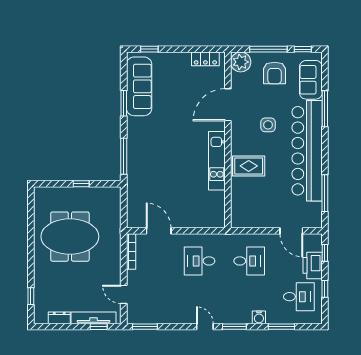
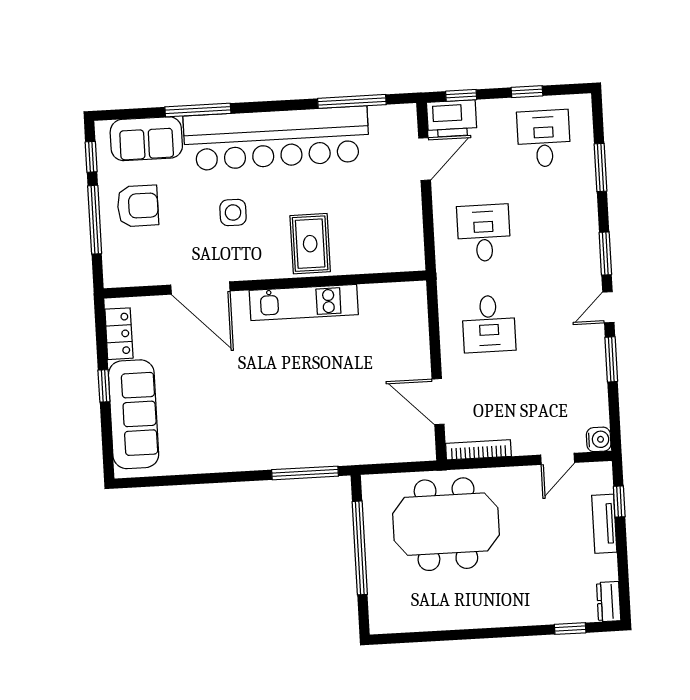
window: (149, 49) -> (104, 386), moved
plant: (241, 62) -> (121, 269), removed
sofa: (139, 86) -> (134, 414), moved, turned 90
window: (124, 103) -> (208, 478), removed
window: (81, 184) -> (360, 548), width x3.17
door: (159, 231) -> (438, 402), hinge flipped
meeting table: (70, 237) -> (446, 524), moved, turned 90
printer: (313, 265) -> (452, 119), moved
water cooler: (259, 317) -> (599, 439), moved
dresser: (59, 318) -> (609, 602), moved
tv unit: (93, 318) -> (604, 524), width x0.71
window: (145, 327) -> (611, 359), moved

